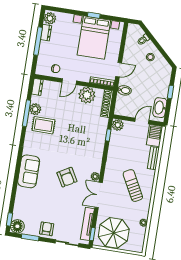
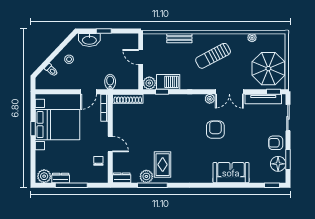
door: (119, 70) -> (88, 92), swing flipped
plant: (87, 95) -> (122, 122), removed
washbasin: (160, 108) -> (89, 40), moved
barbecue: (155, 136) -> (168, 82), moved, turned 180
sofa: (29, 171) -> (231, 173), moved
armchair: (67, 177) -> (215, 130), turned -60
floor lamp: (17, 226) -> (278, 164), moved

